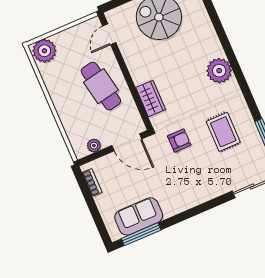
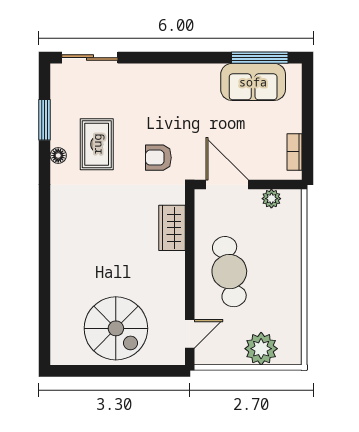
plant: (44, 51) -> (261, 349), moved
plant: (219, 71) -> (68, 226), removed
floor lamp: (245, 114) -> (58, 156), added

